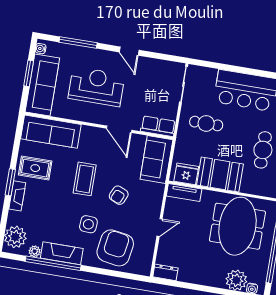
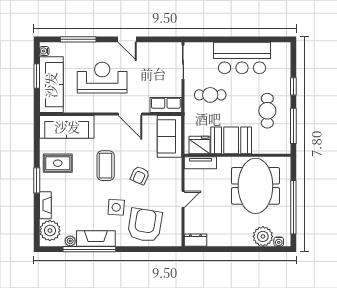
fireplace: (17, 196) -> (45, 205), moved

